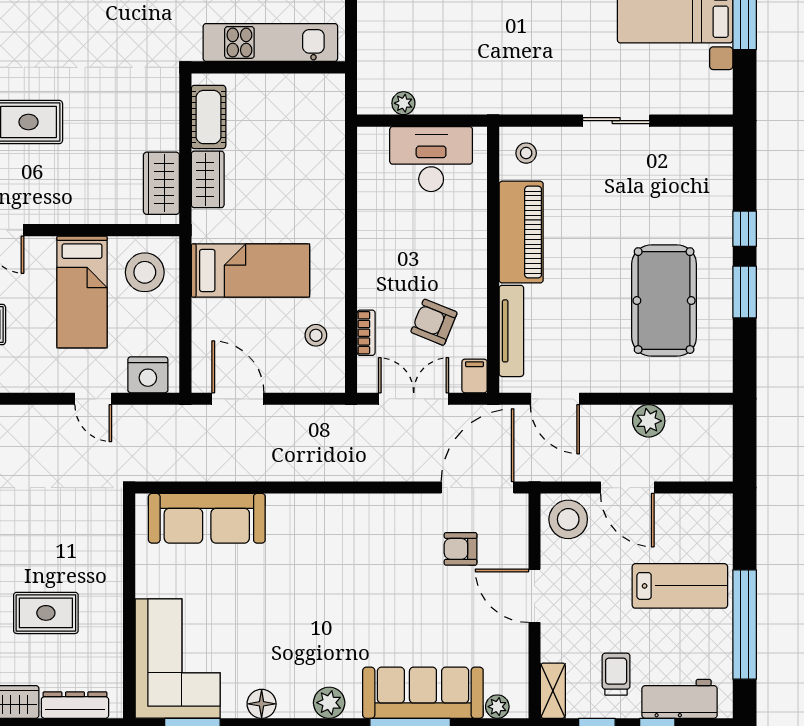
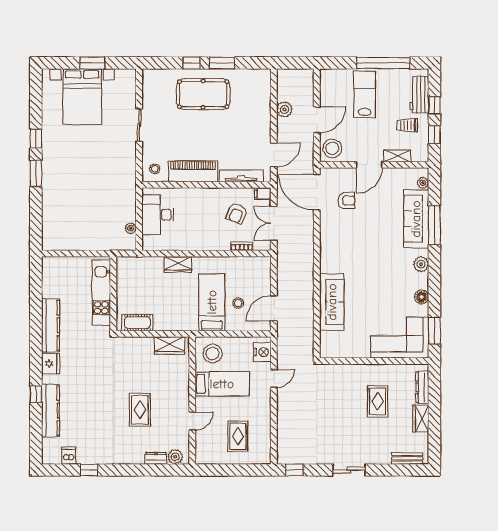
wardrobe: (208, 179) -> (178, 264), moved, turned 180
pool table: (664, 301) -> (203, 94), moved
stool: (316, 335) -> (238, 303), moved
sofa: (207, 518) -> (332, 302), moved
armchair: (461, 549) -> (347, 201), turned -90
shelving: (553, 691) -> (397, 156), moved

